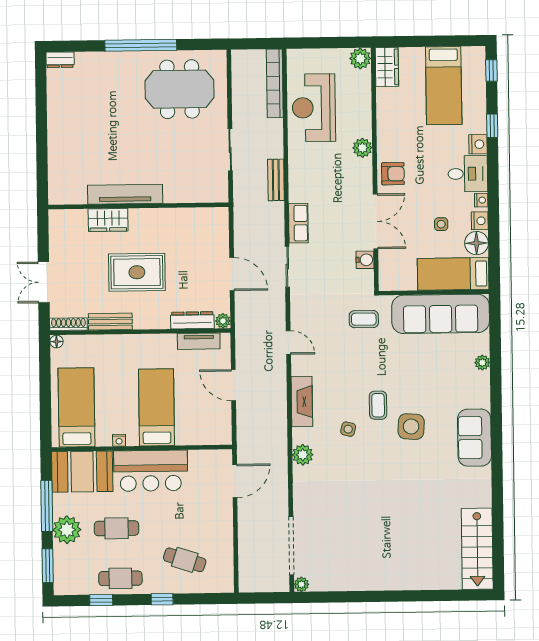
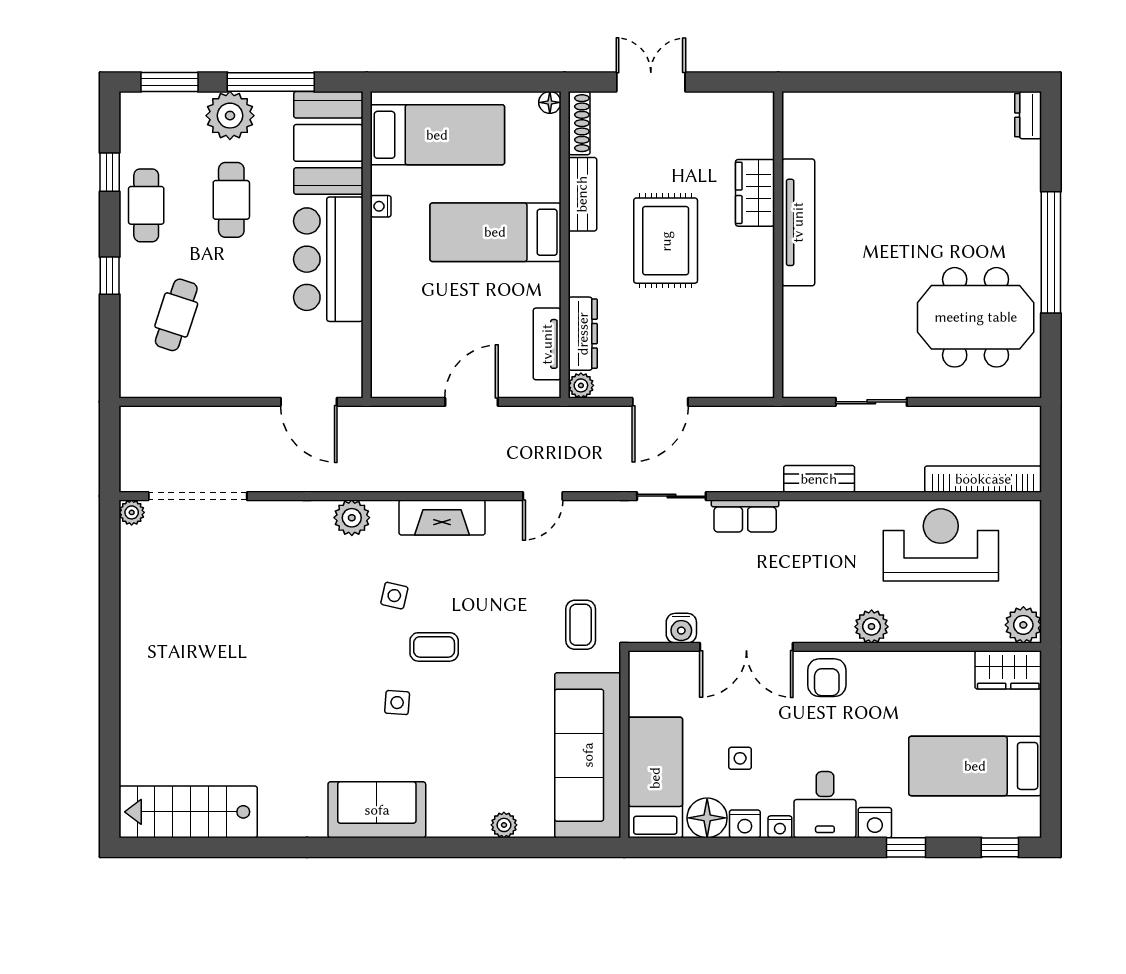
meeting table: (180, 89) -> (976, 317), turned 90
bed: (156, 407) -> (495, 232), moved, turned 180
side table: (411, 427) -> (397, 703), width x0.54, depth x0.54

